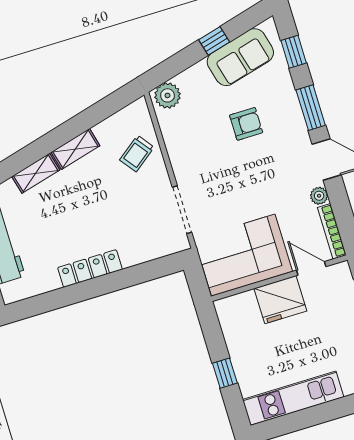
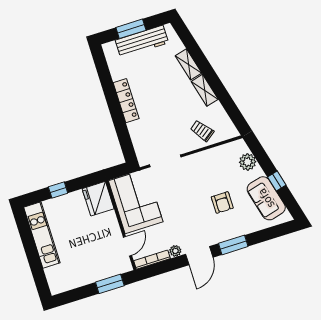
window: (294, 52) -> (270, 233), removed
plant: (168, 95) -> (248, 162), moved
fridge: (280, 300) -> (98, 199), moved

